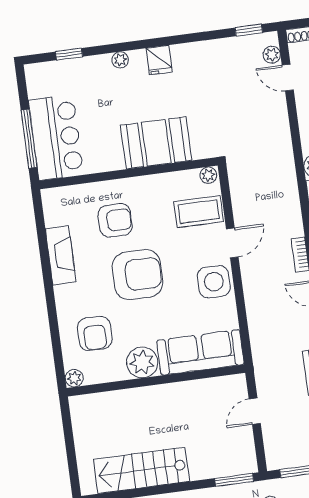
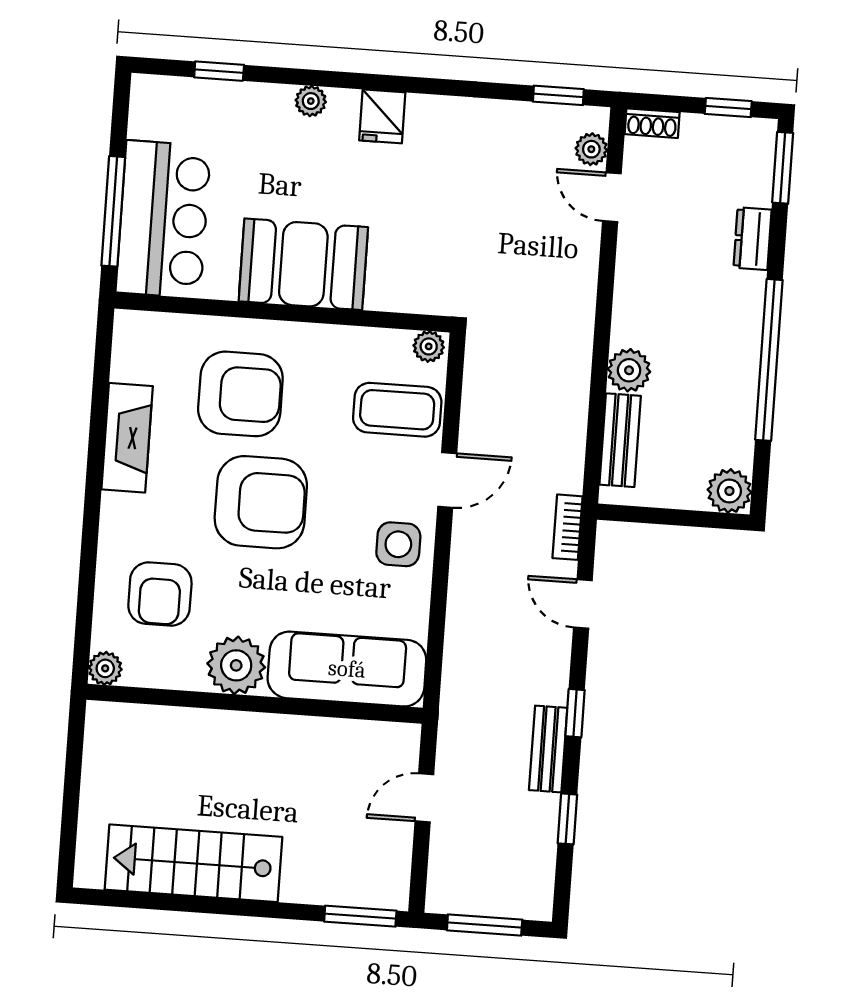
booth: (156, 143) -> (303, 264), moved
armchair: (115, 220) -> (240, 394), width x1.36, depth x1.36
side table: (214, 282) -> (398, 544), width x0.73, depth x0.73

